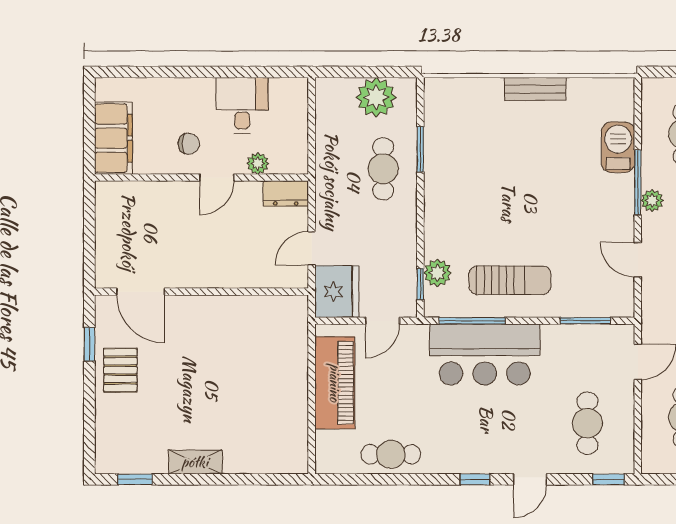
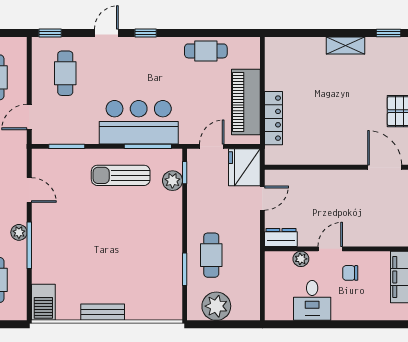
barbecue: (618, 147) -> (43, 302), moved
locker: (296, 360) -> (274, 118), added

